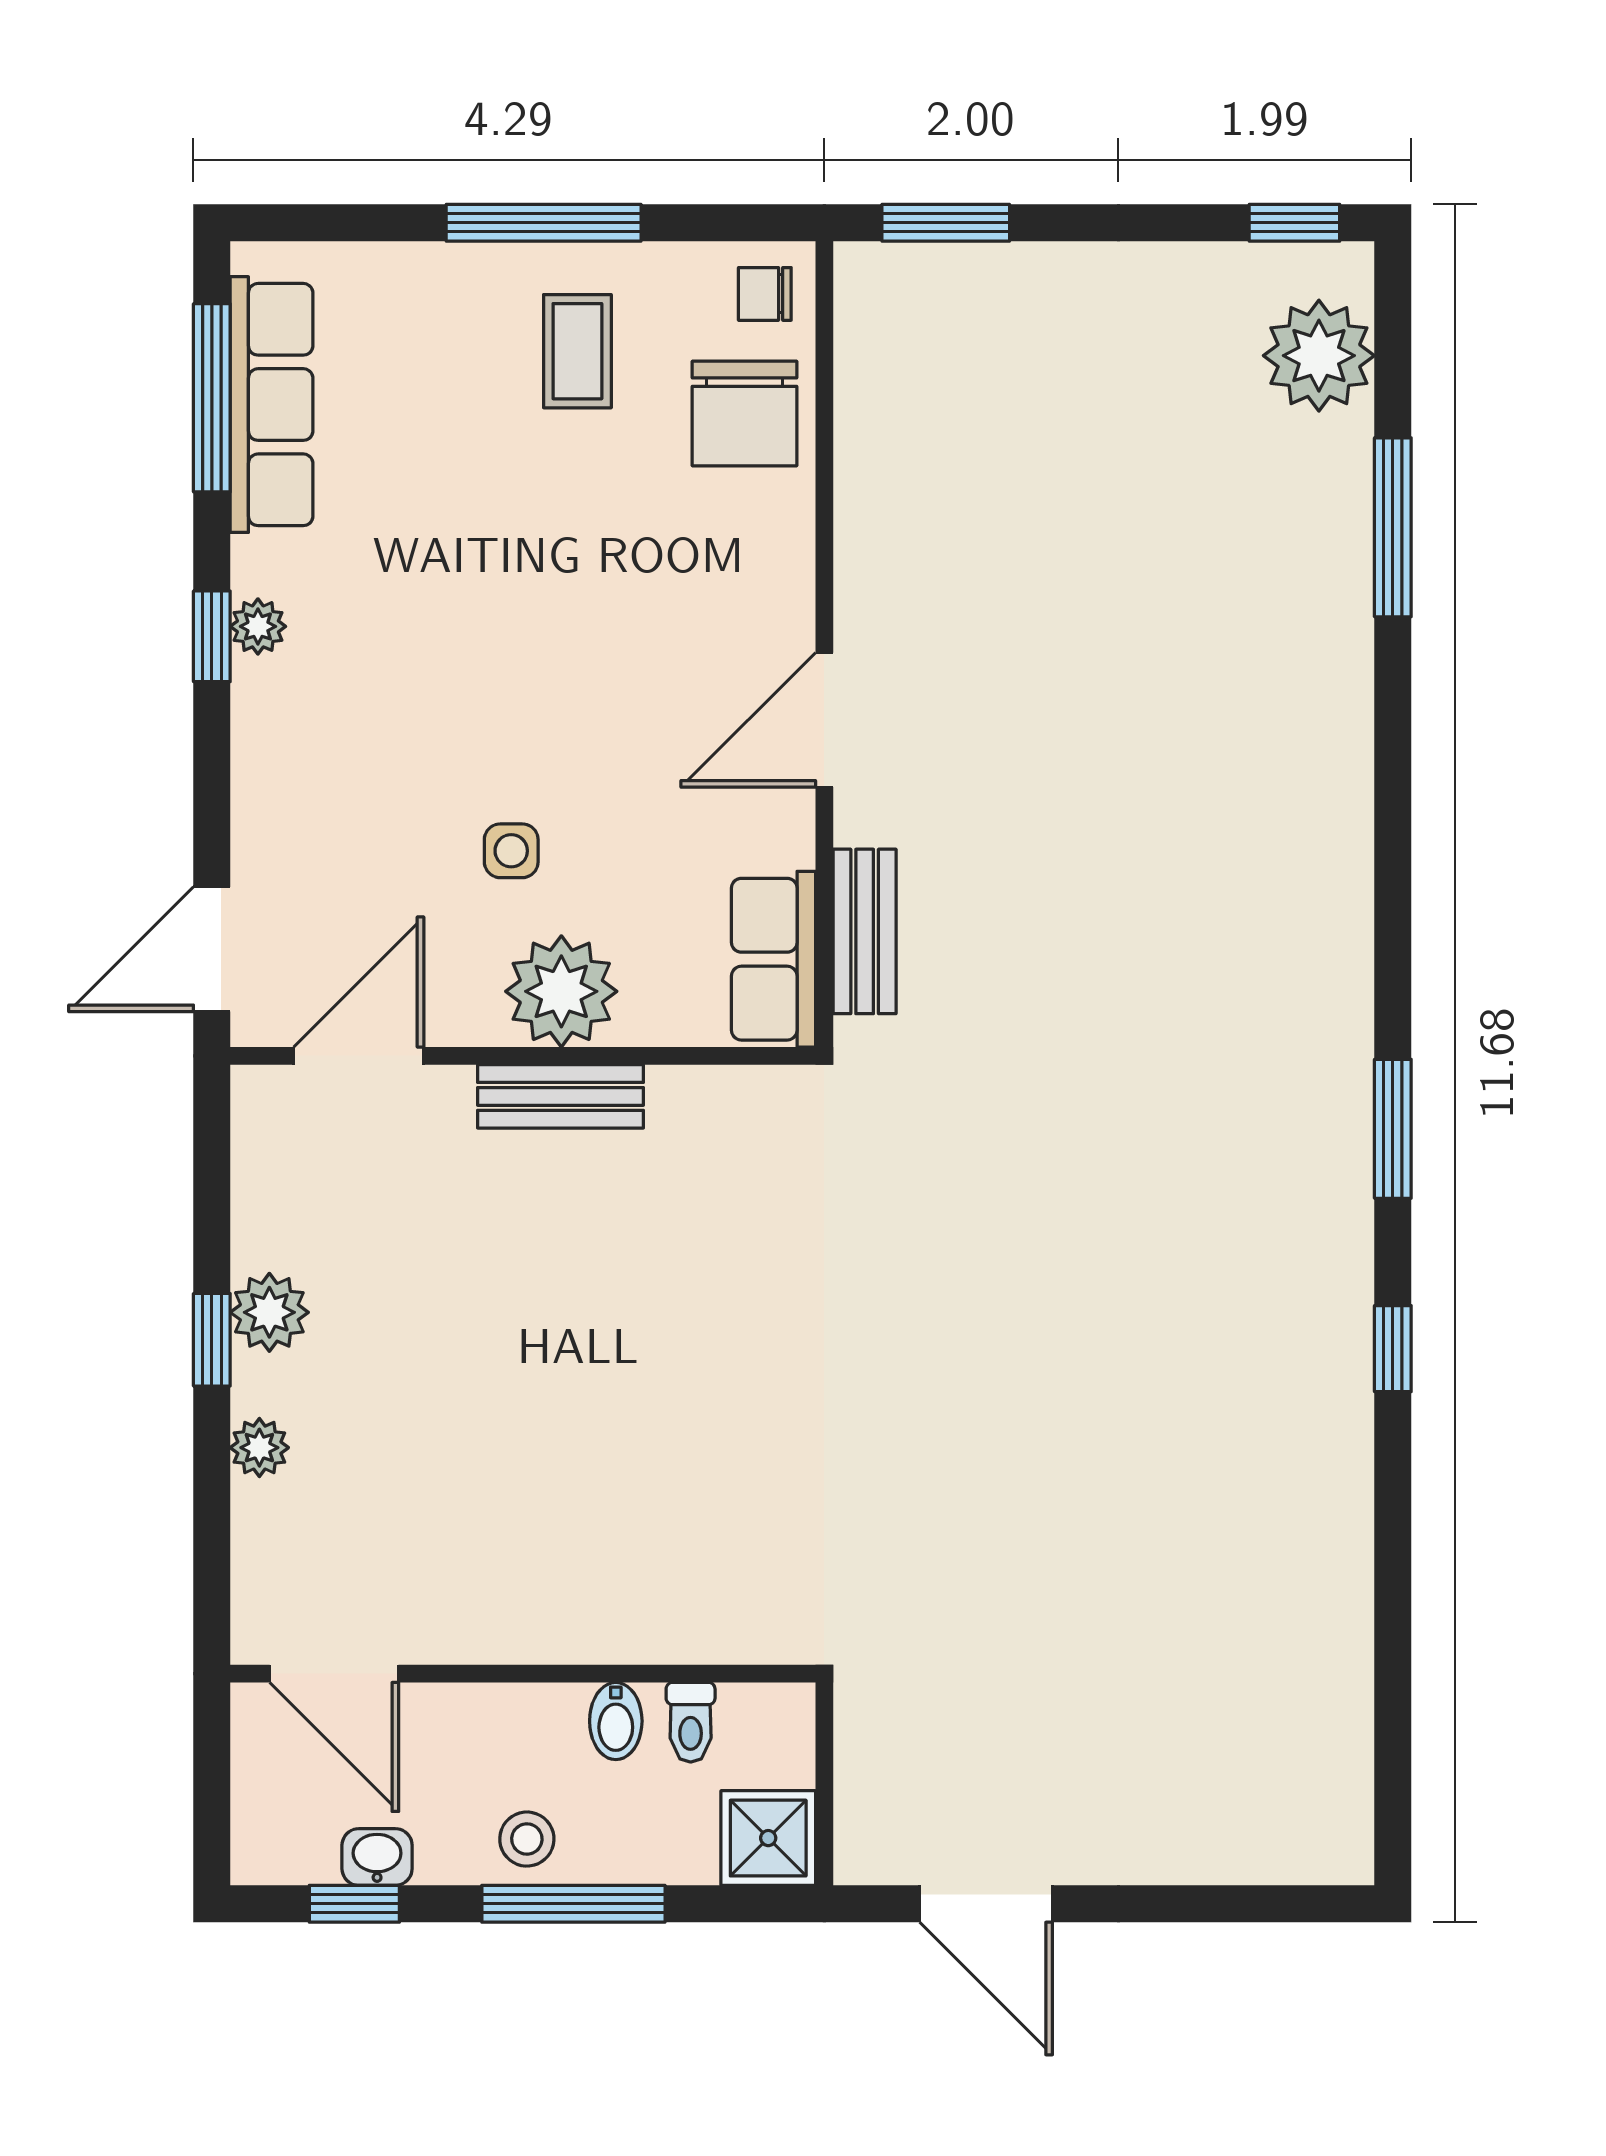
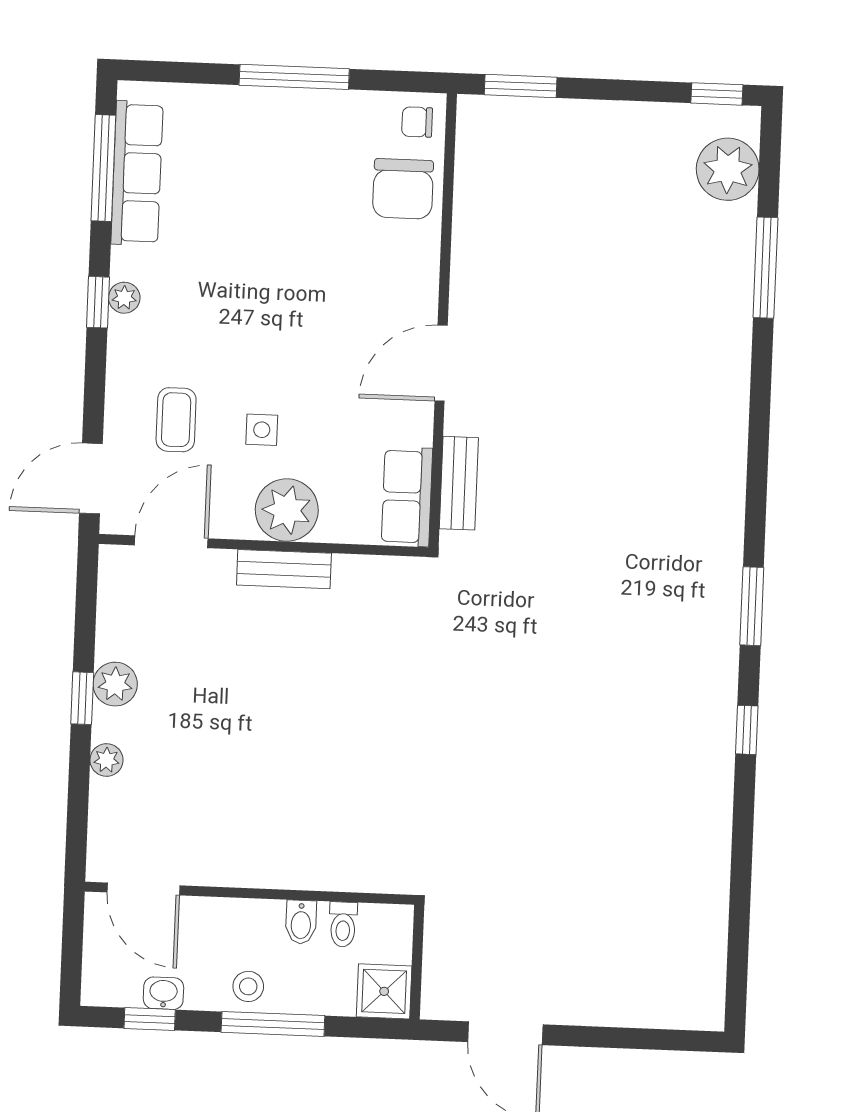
coffee table: (577, 351) -> (176, 420), moved

